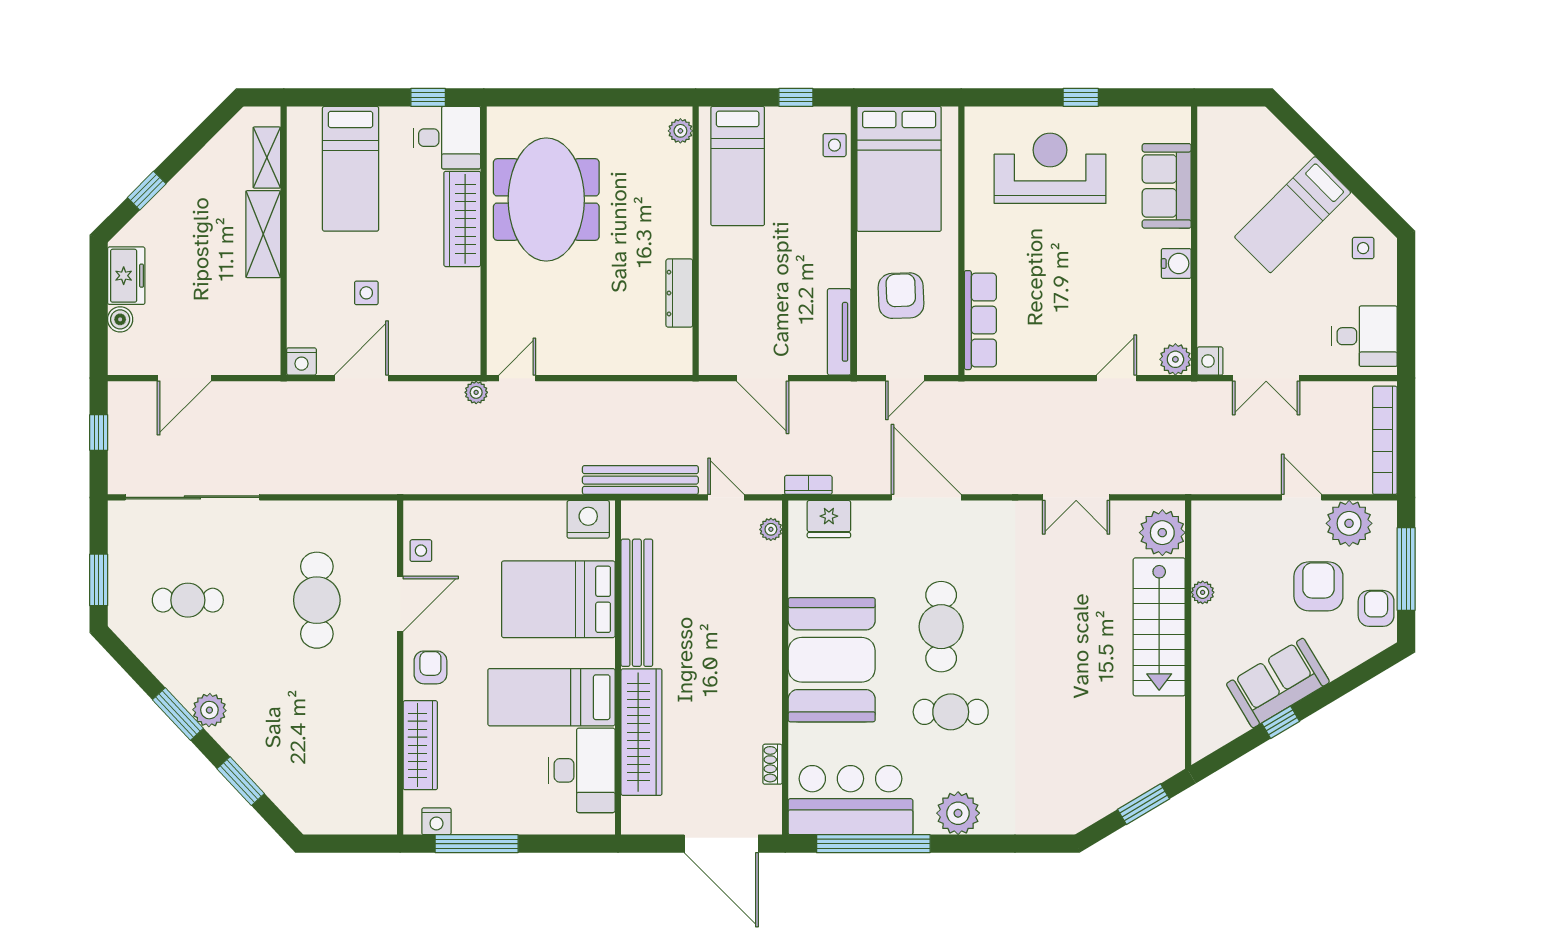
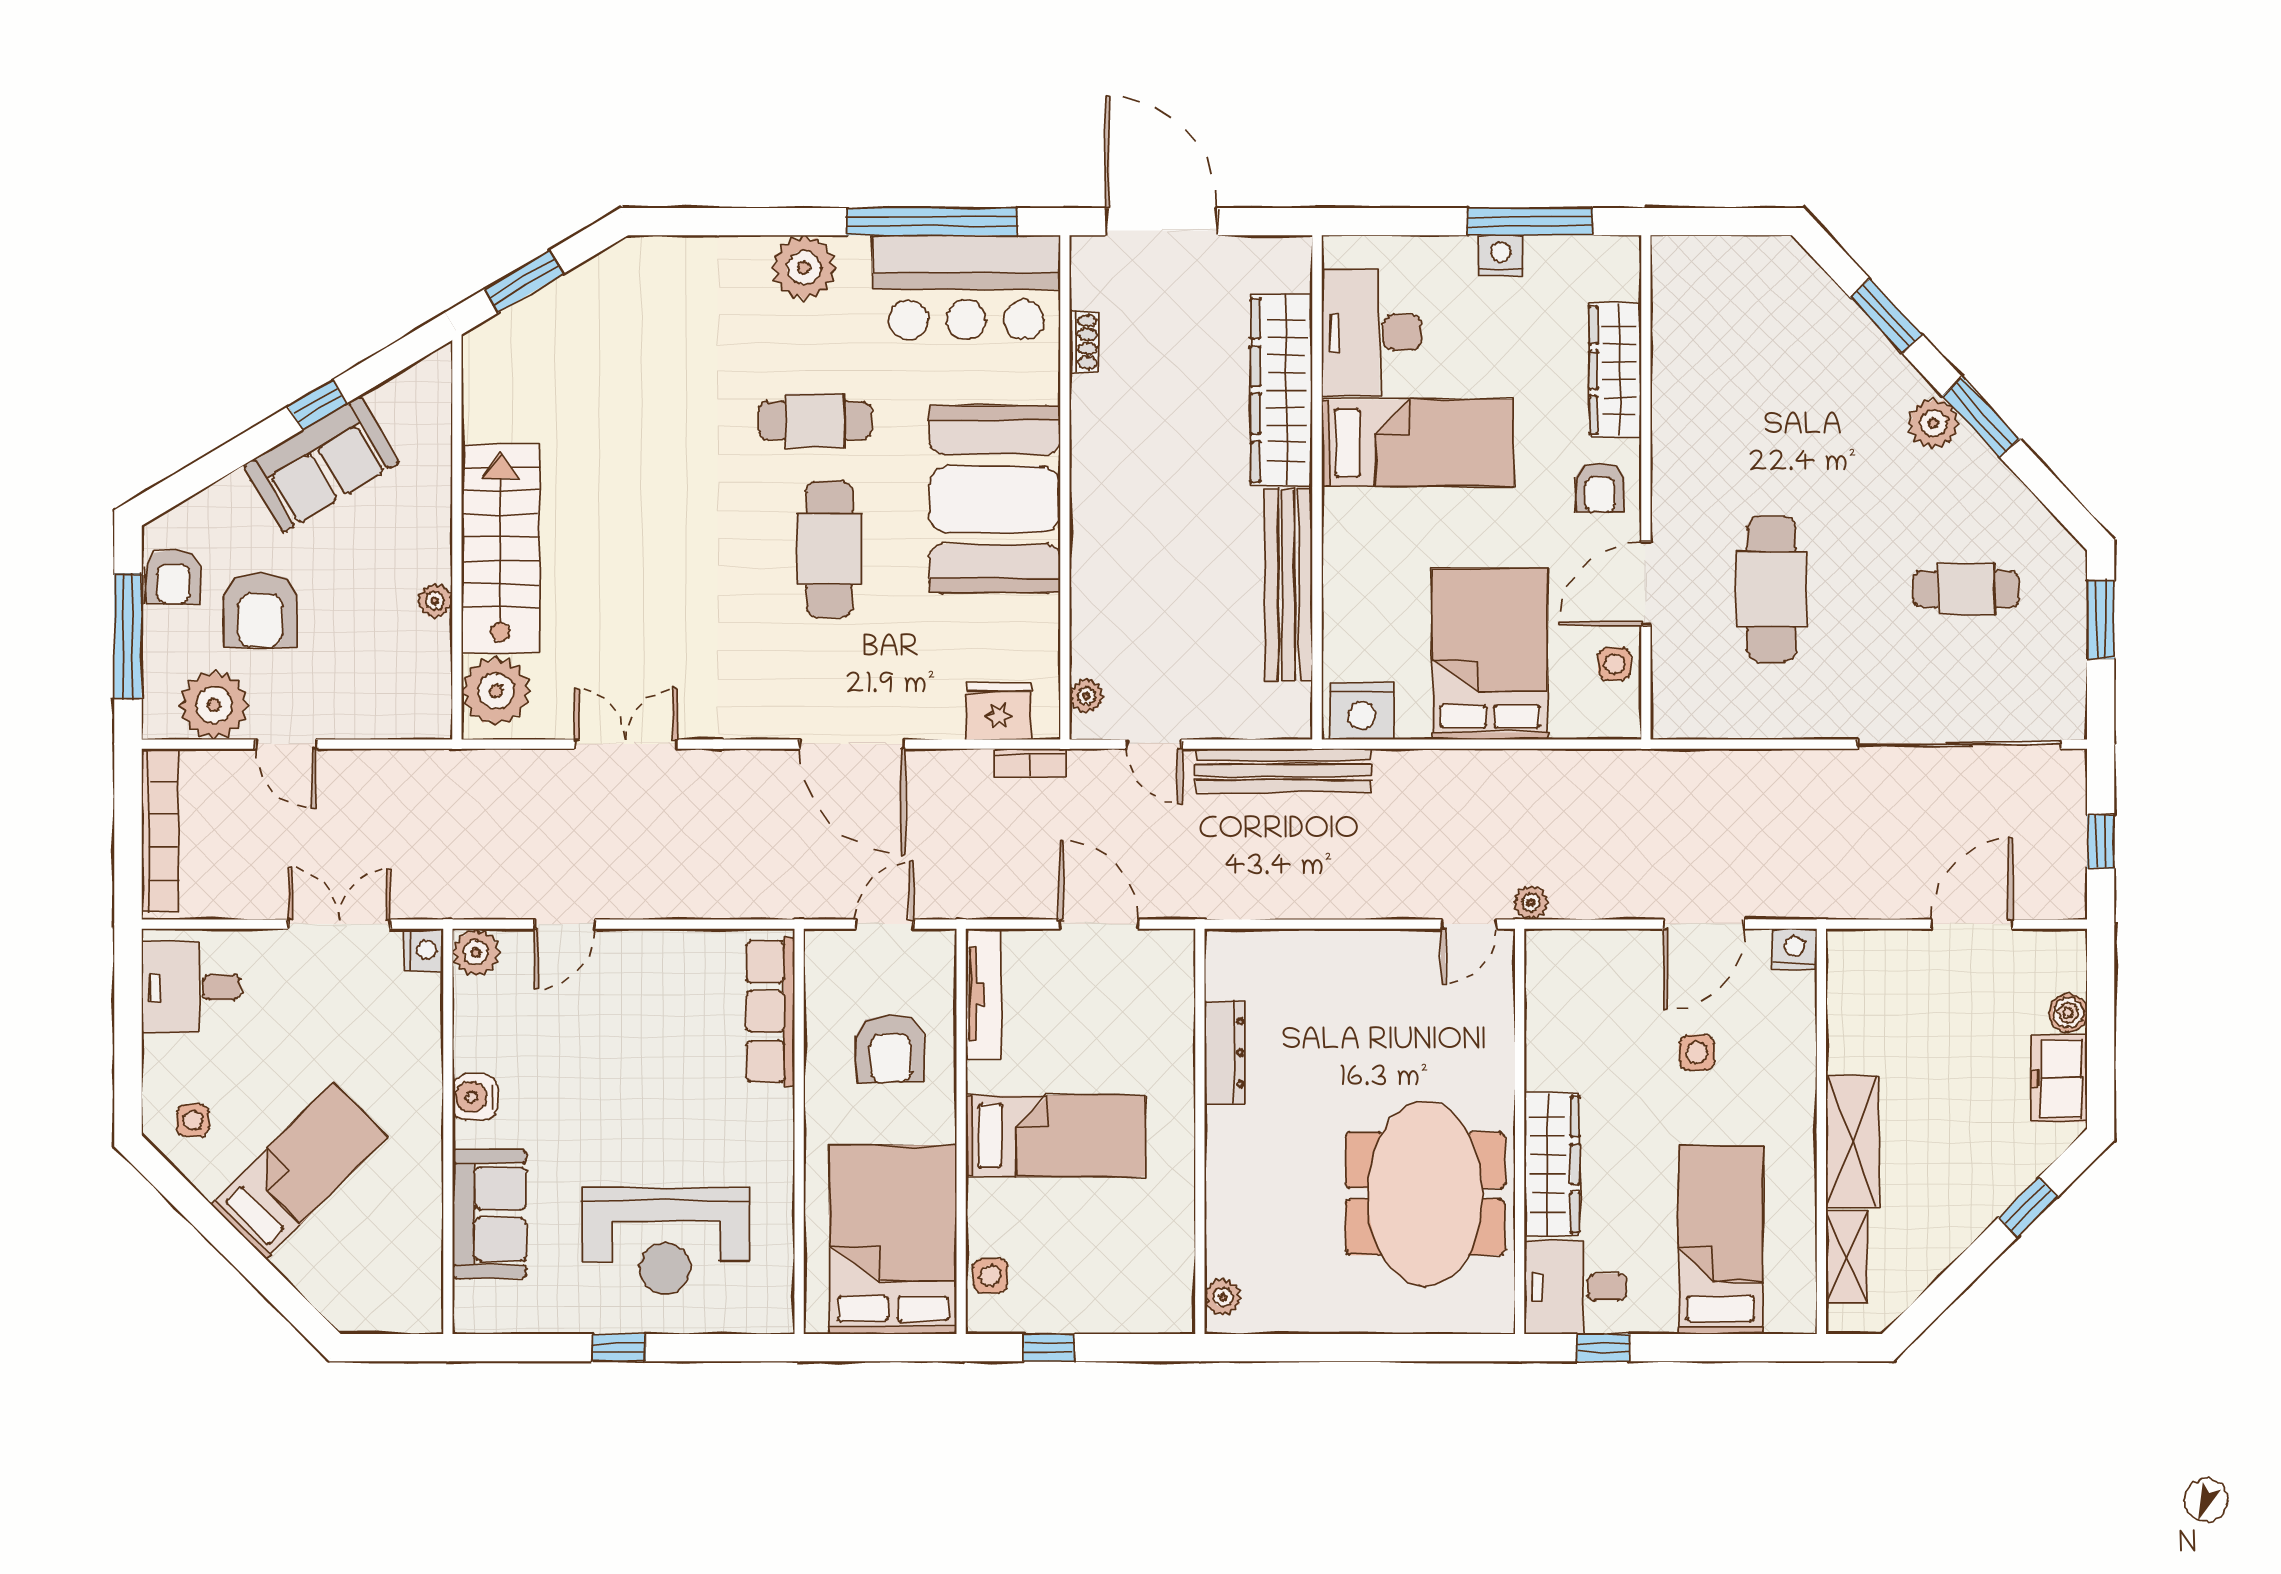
bed: (738, 166) -> (1056, 1136), moved, turned 90
bed: (558, 599) -> (1490, 654), moved, turned -90
nightstand: (436, 821) -> (1501, 255), moved

